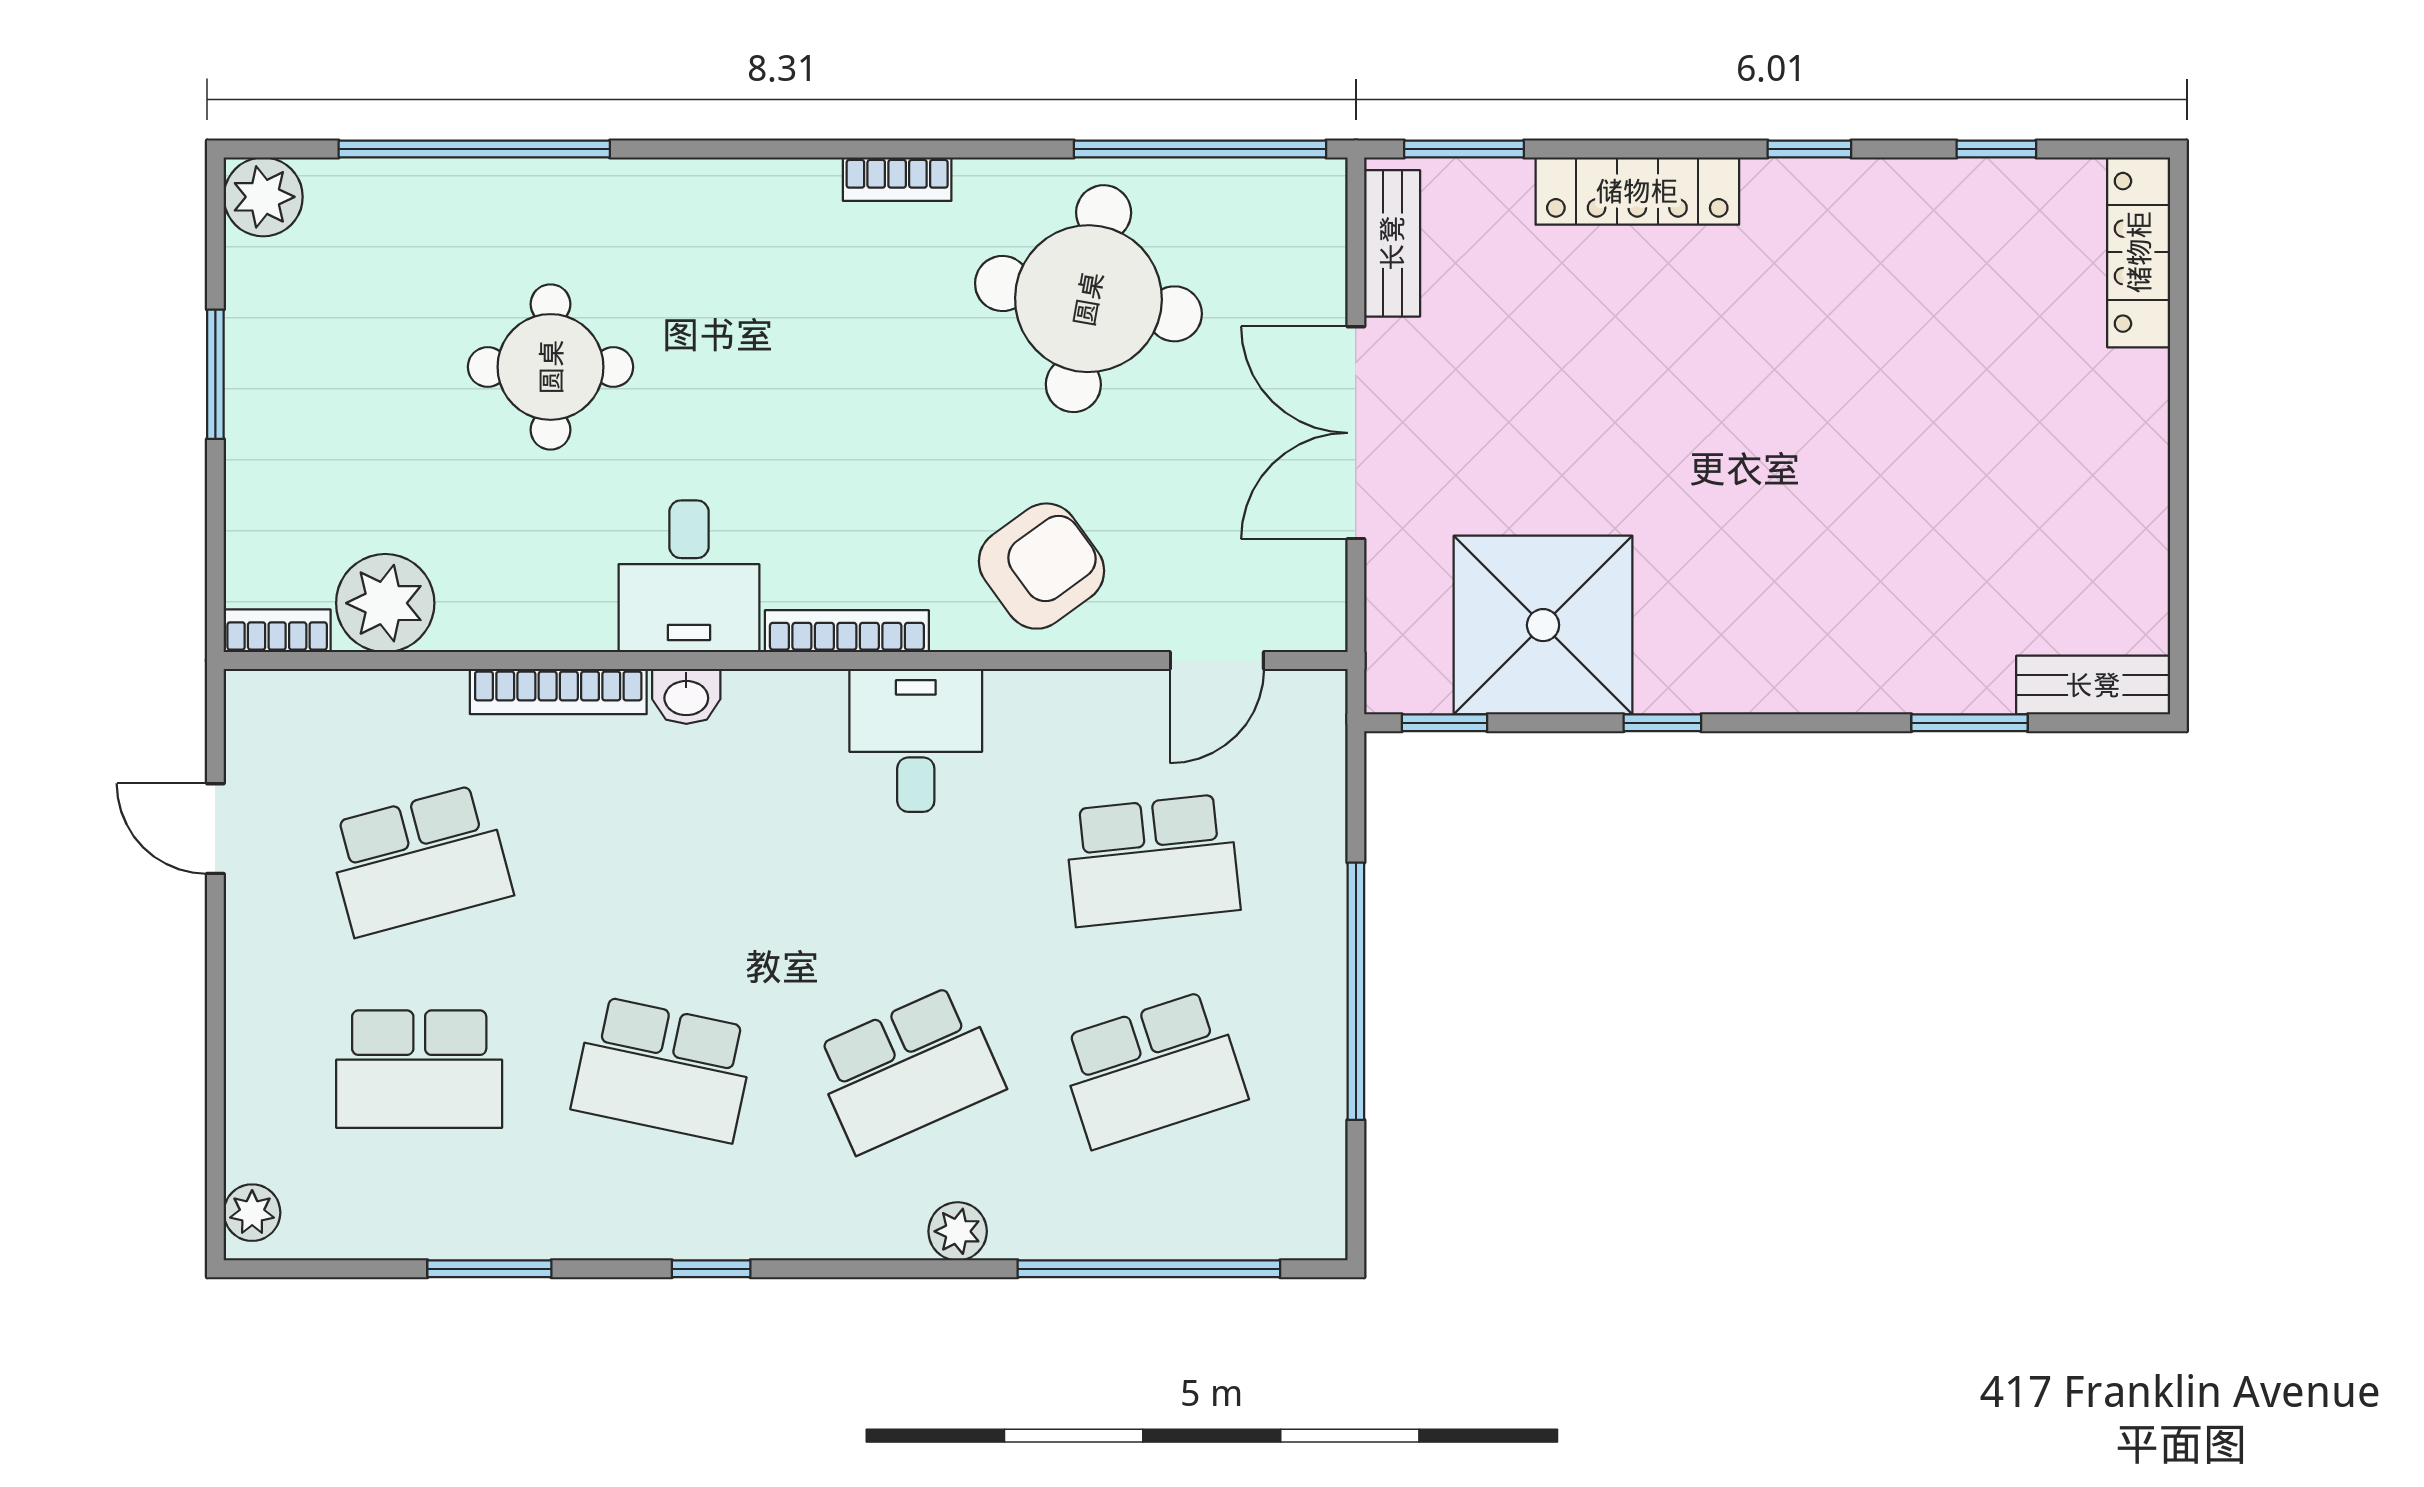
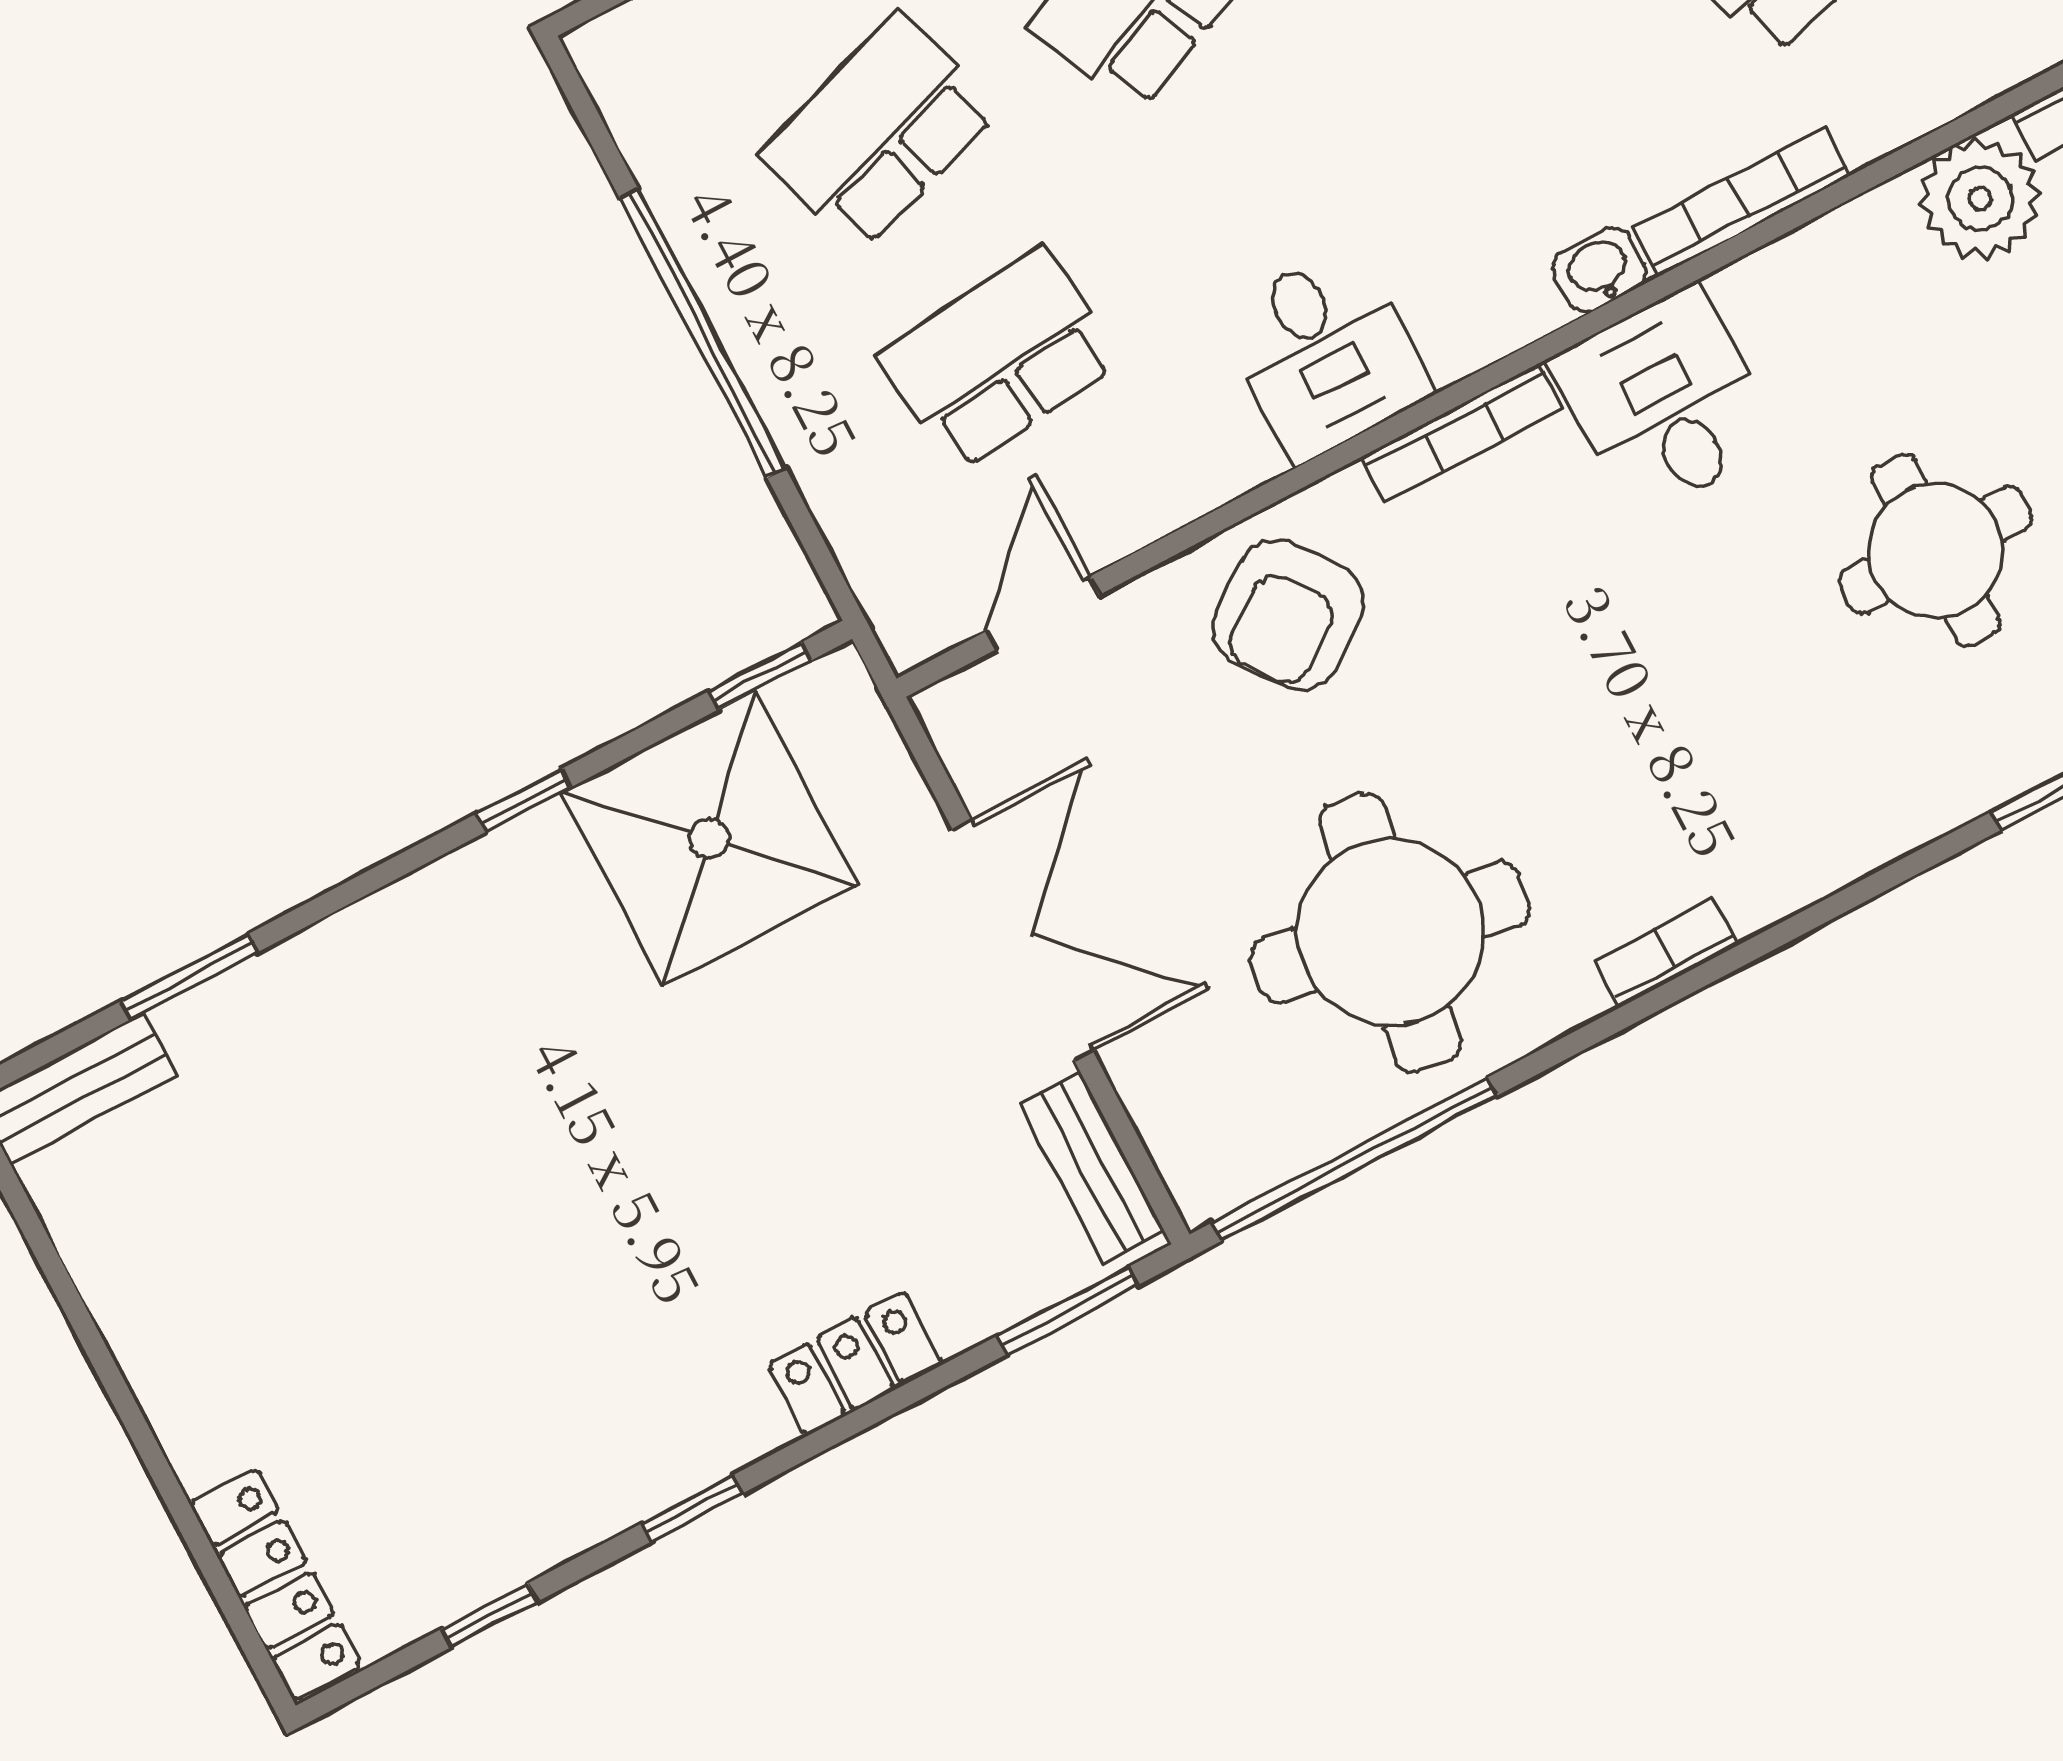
locker: (1637, 191) -> (855, 1364), width x0.66

